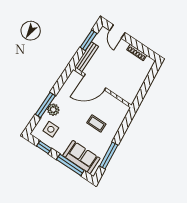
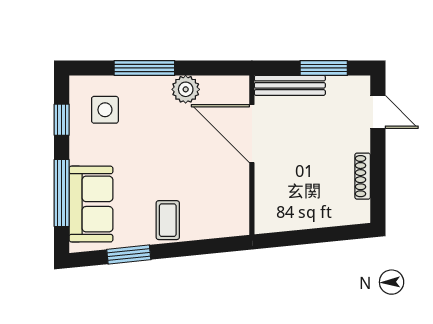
door: (117, 32) -> (378, 112), swing flipped
plant: (53, 110) -> (186, 89), moved
coffee table: (96, 123) -> (168, 220), moved
window: (109, 156) -> (129, 254), width x0.69

